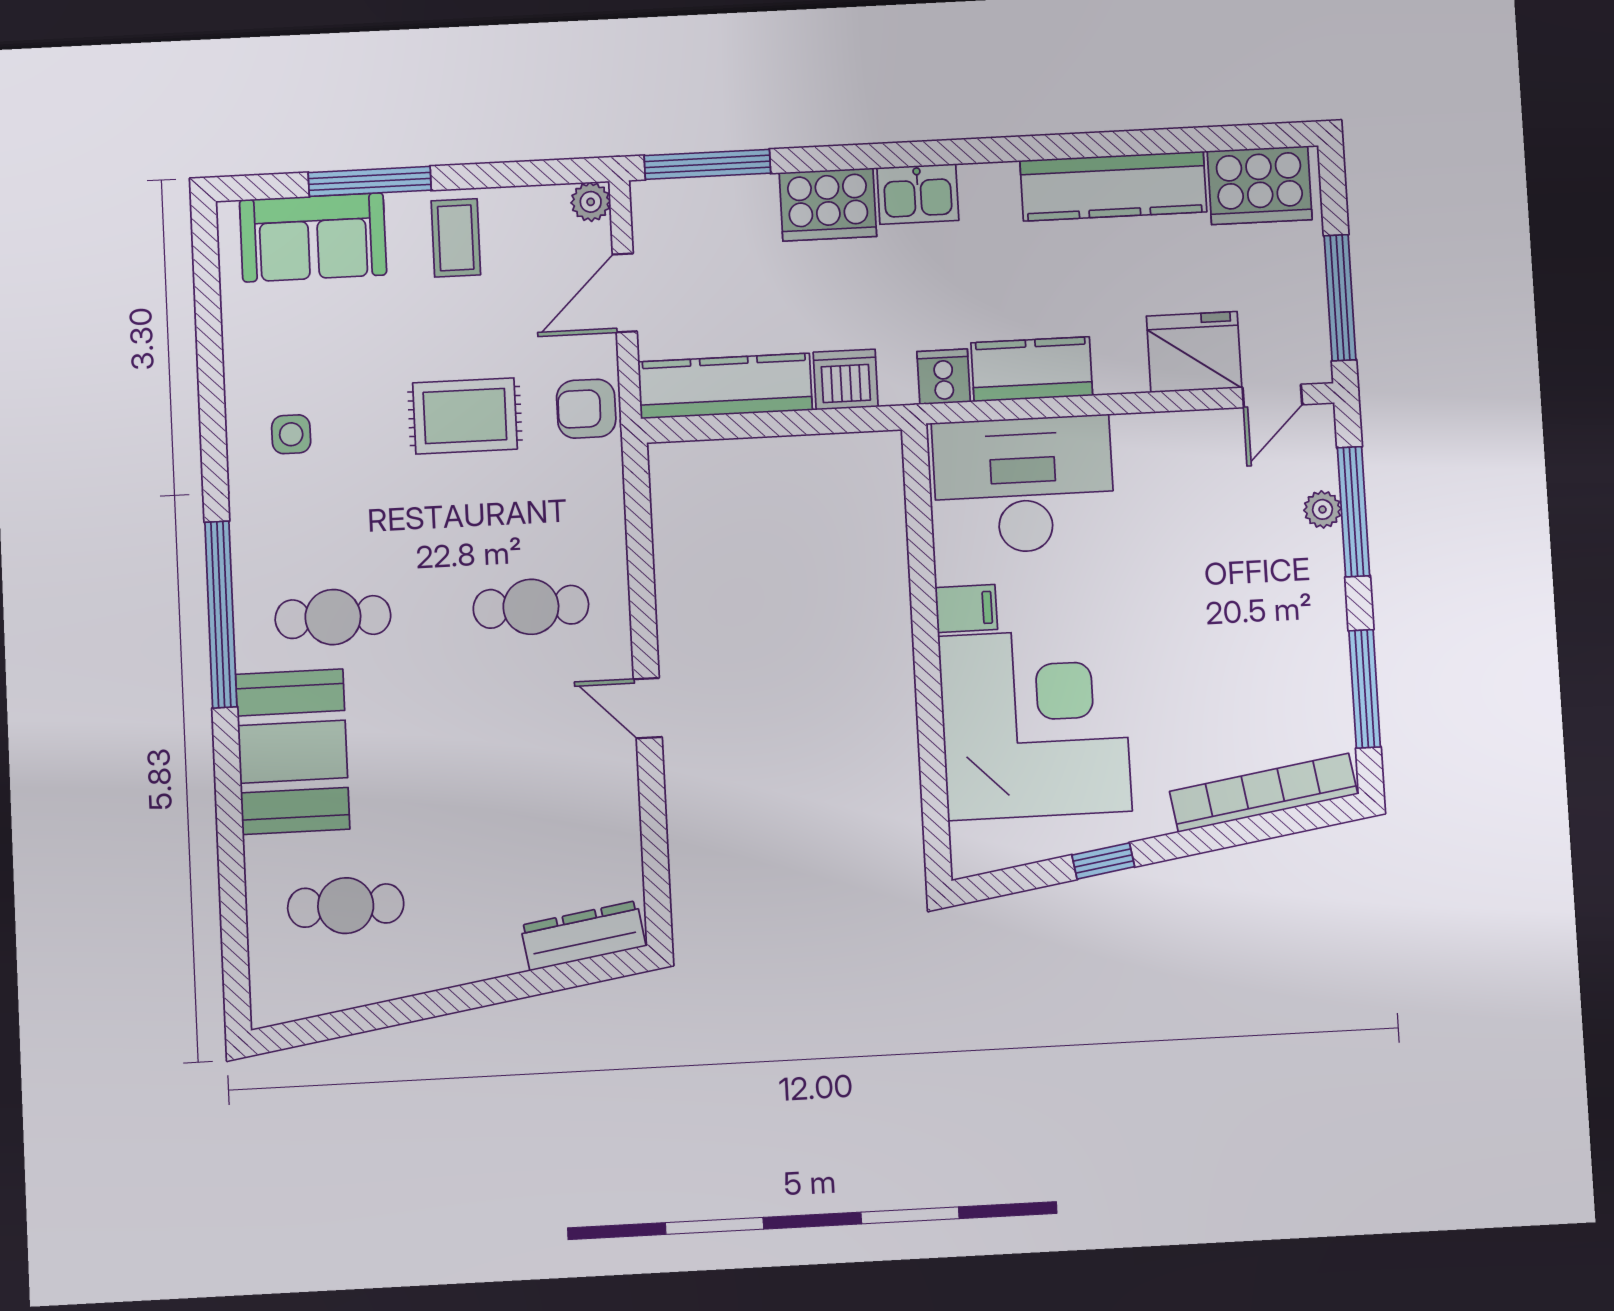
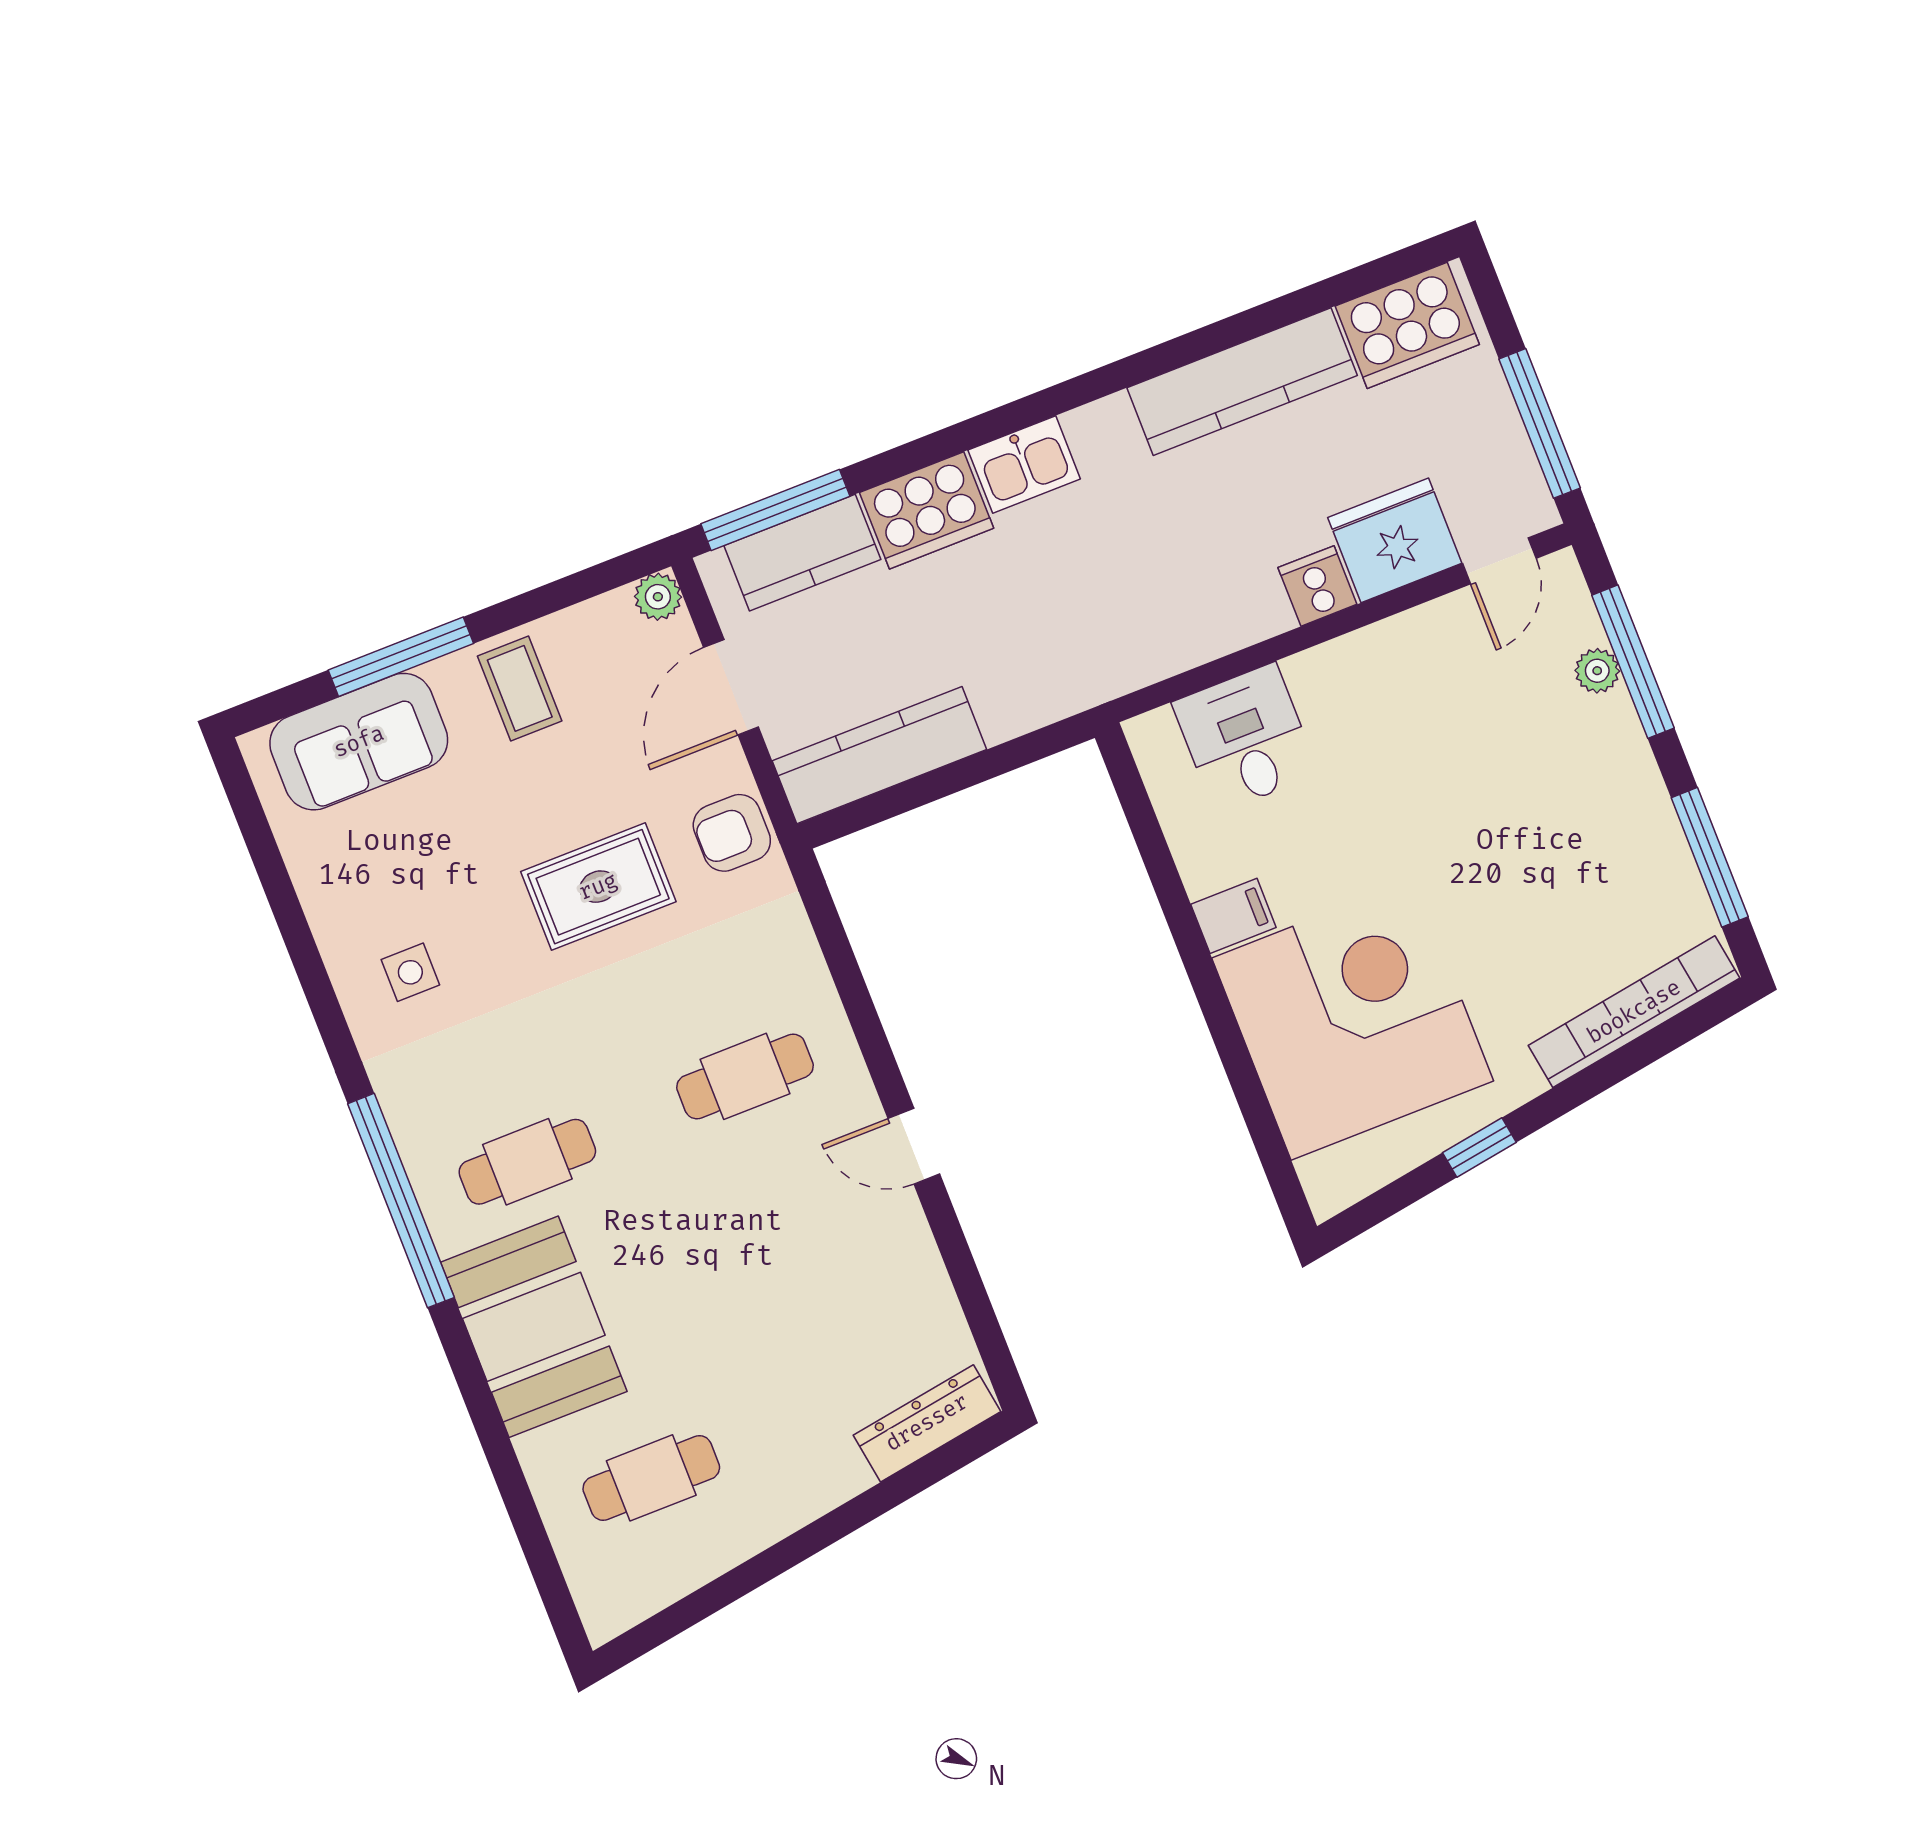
kitchen counter: (1032, 369) -> (802, 553), moved, turned 180
cooker: (944, 377) -> (1317, 586), moved
dishwasher: (846, 379) -> (1013, 702), removed
desk: (1024, 485) -> (1245, 738), width x0.53, depth x0.77

